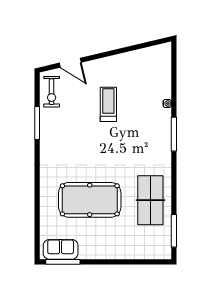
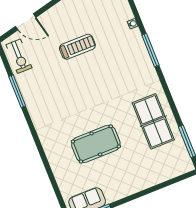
treadmill: (108, 104) -> (77, 47), turned 90
pool table: (90, 200) -> (96, 144), width x0.73, depth x0.76

